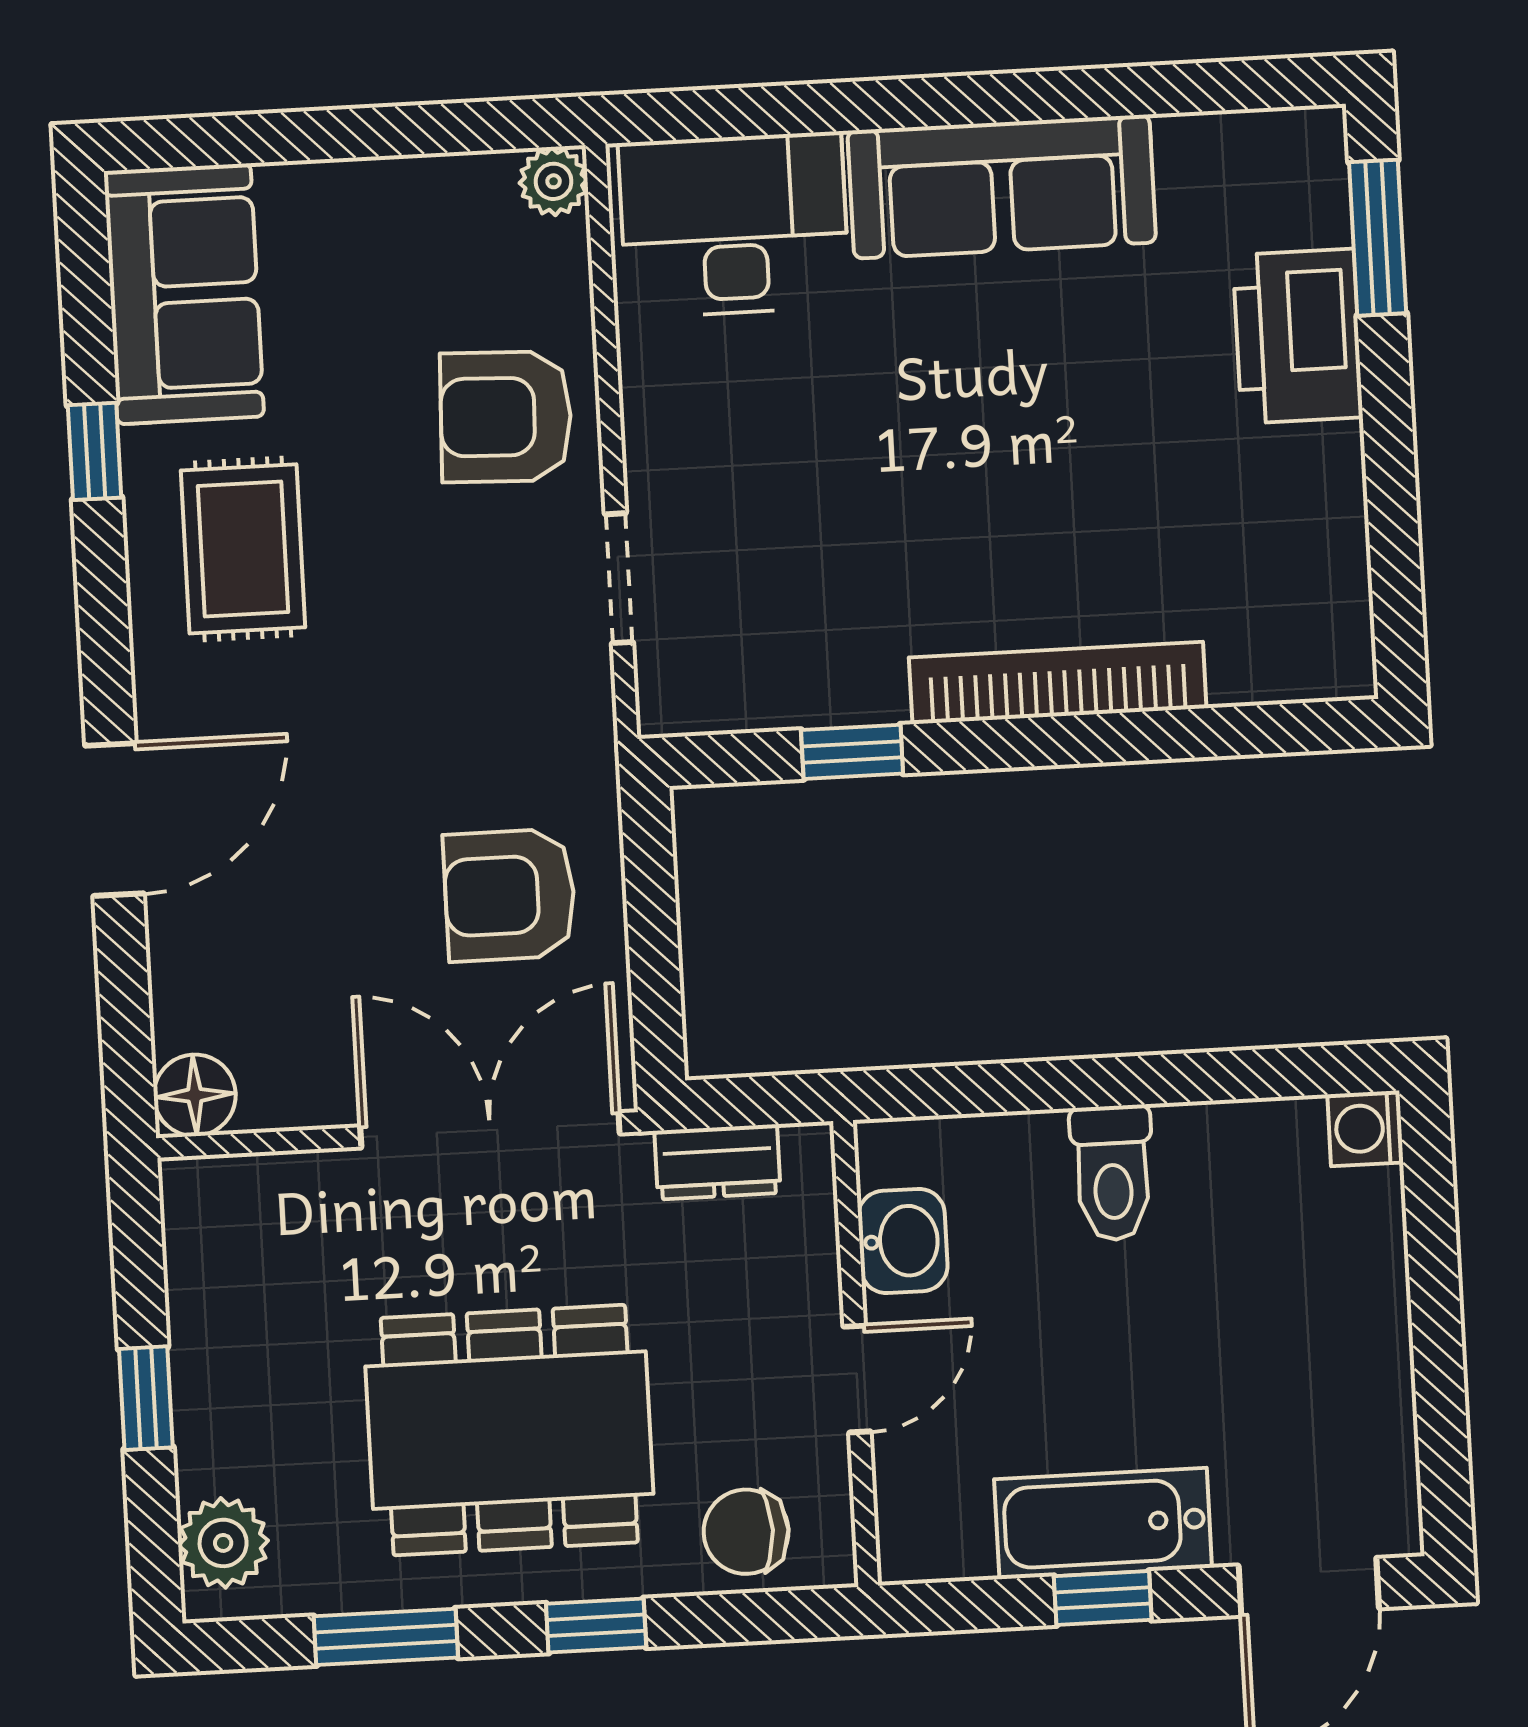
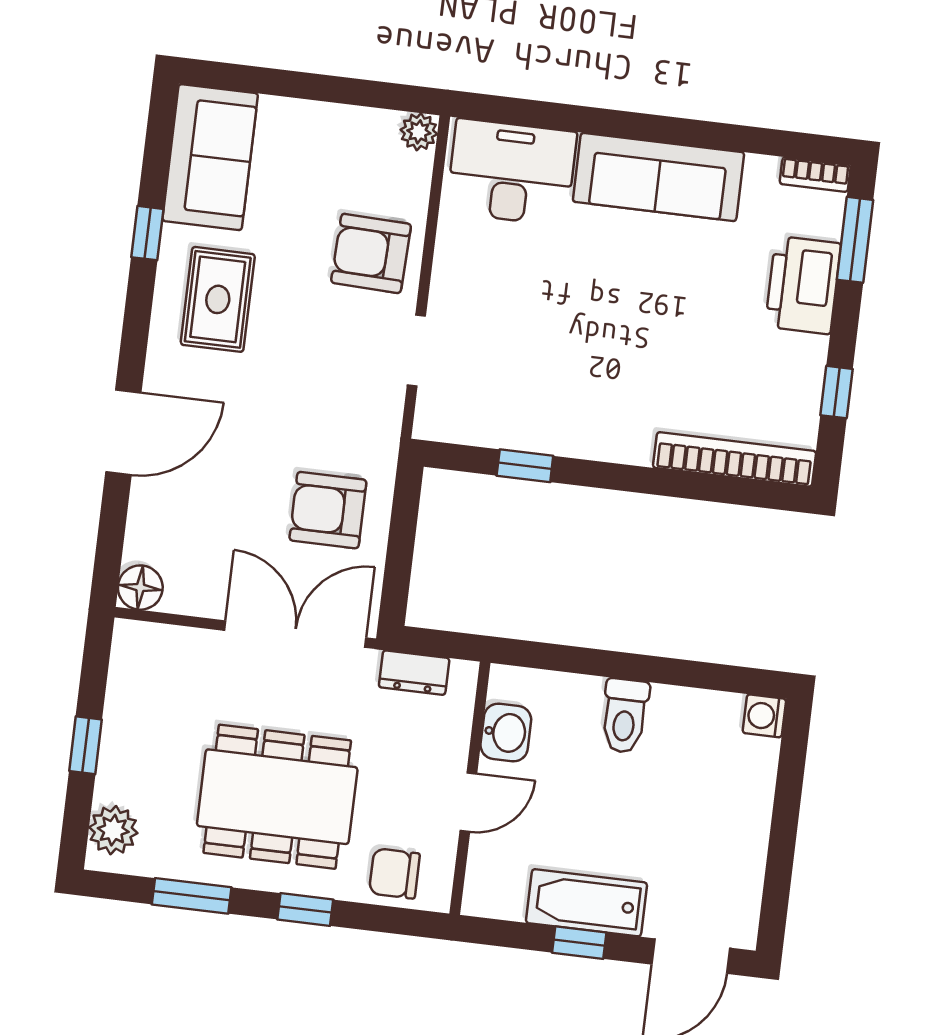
bookcase: (1285, 132) -> (815, 175), added
window: (1393, 519) -> (837, 392), added
bookcase: (1058, 683) -> (735, 459), moved

